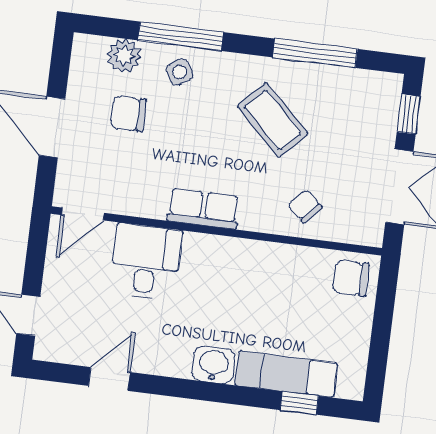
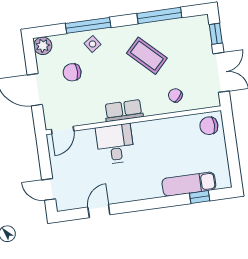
plant: (124, 56) -> (43, 46), moved
desk: (146, 262) -> (115, 144), moved
washbasin: (214, 365) -> (150, 189), removed

